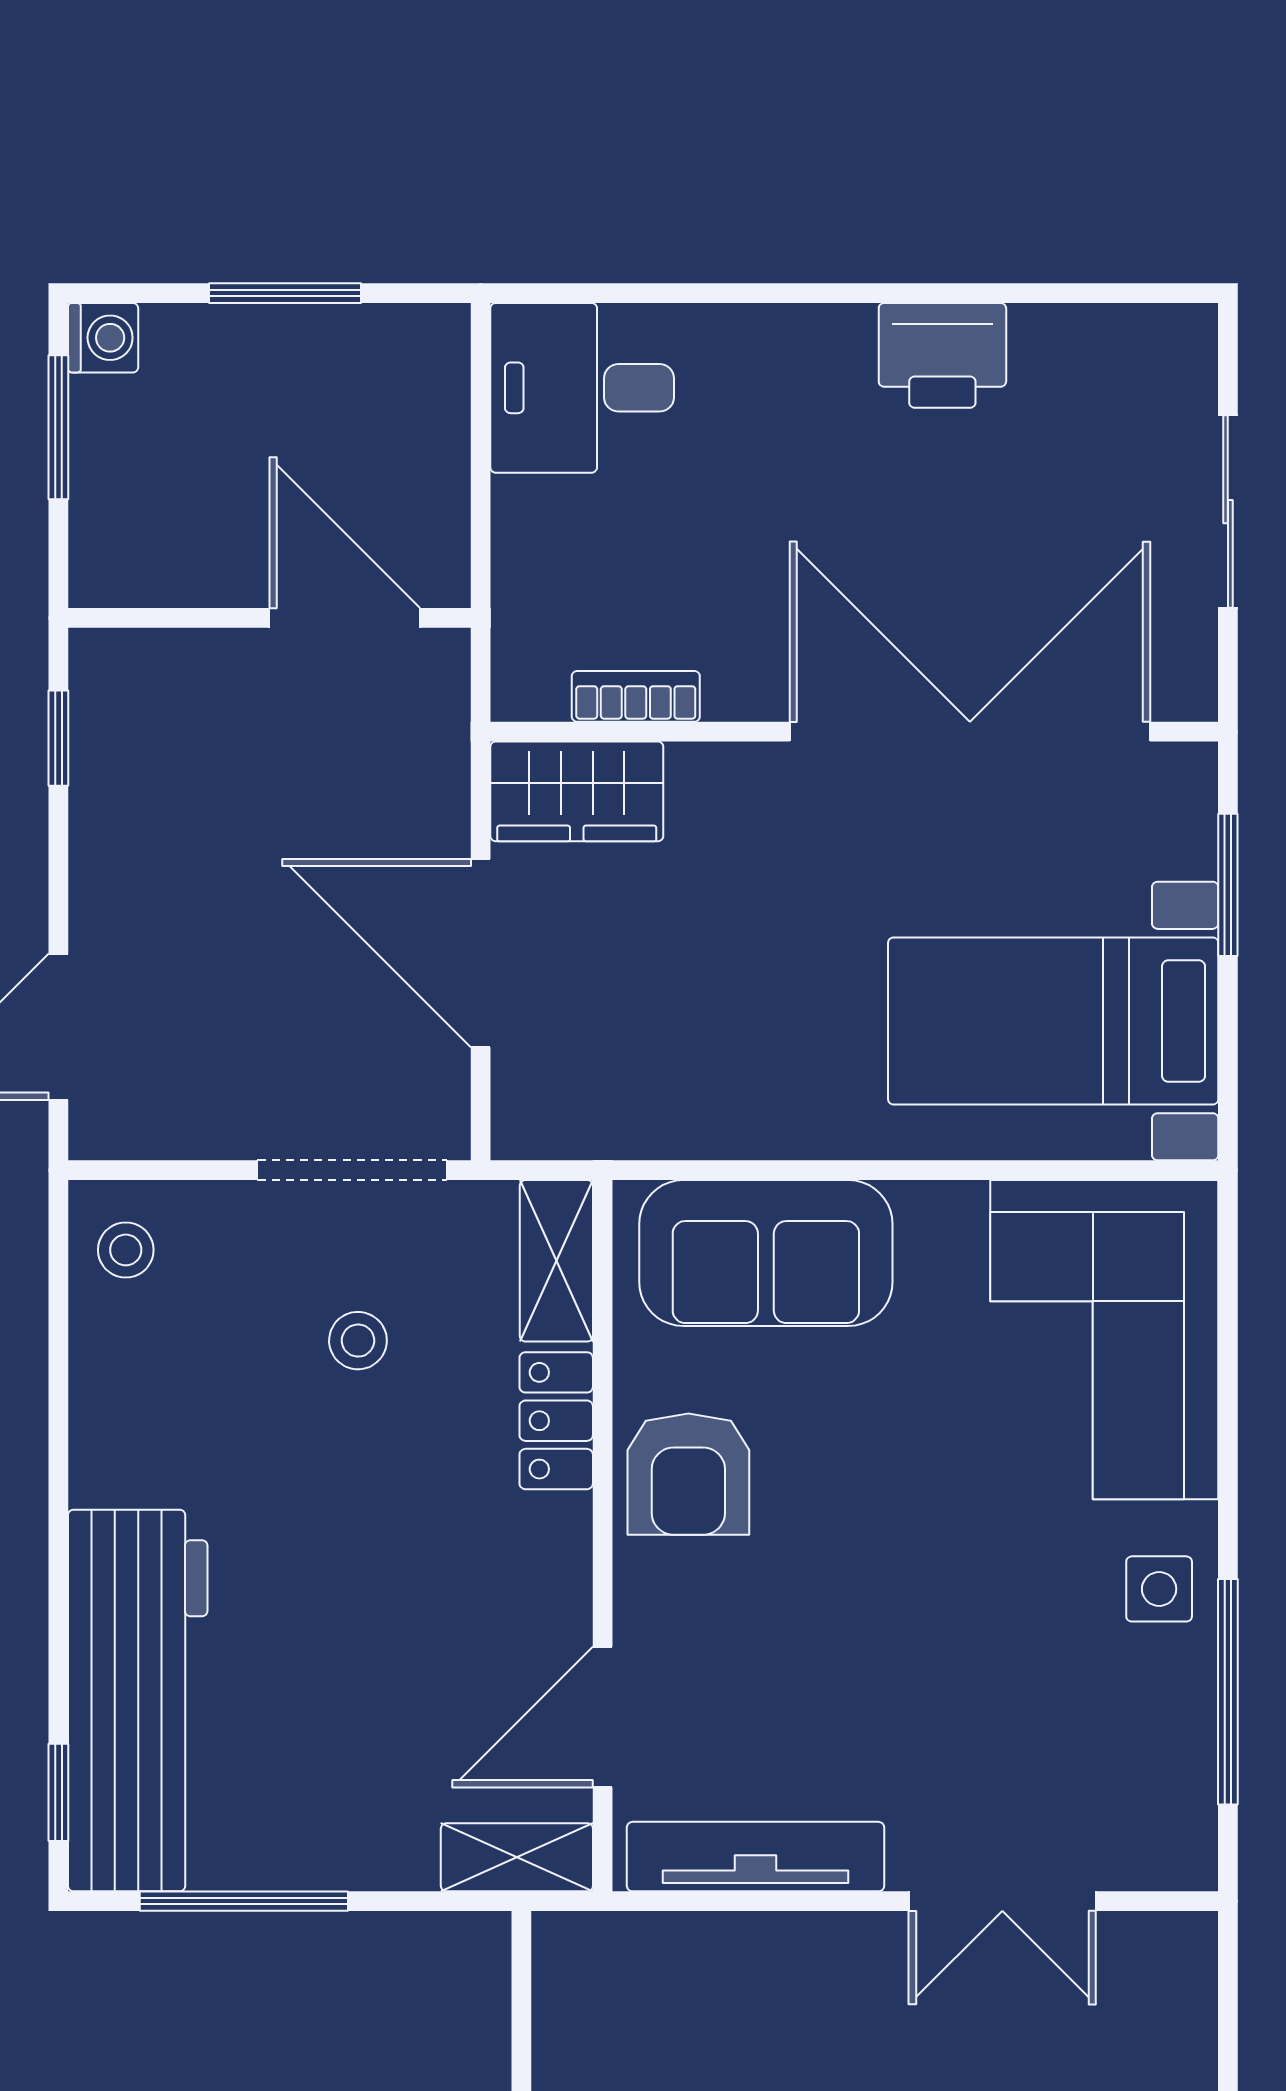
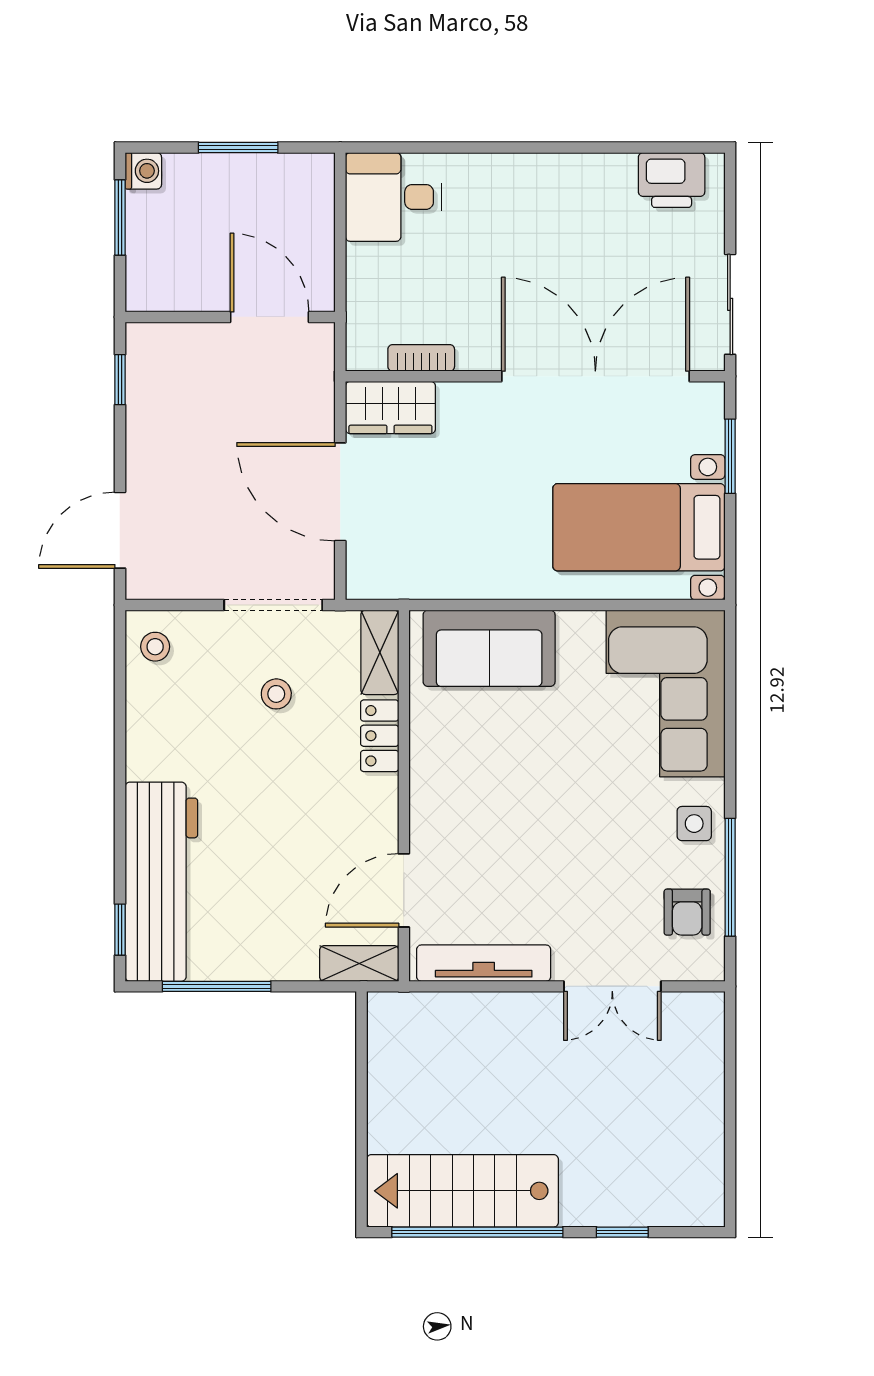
printer: (942, 355) -> (672, 180), moved
sliding door: (1228, 512) -> (730, 304), moved
armchair: (688, 1474) -> (687, 912), moved, width x0.72, depth x0.72

